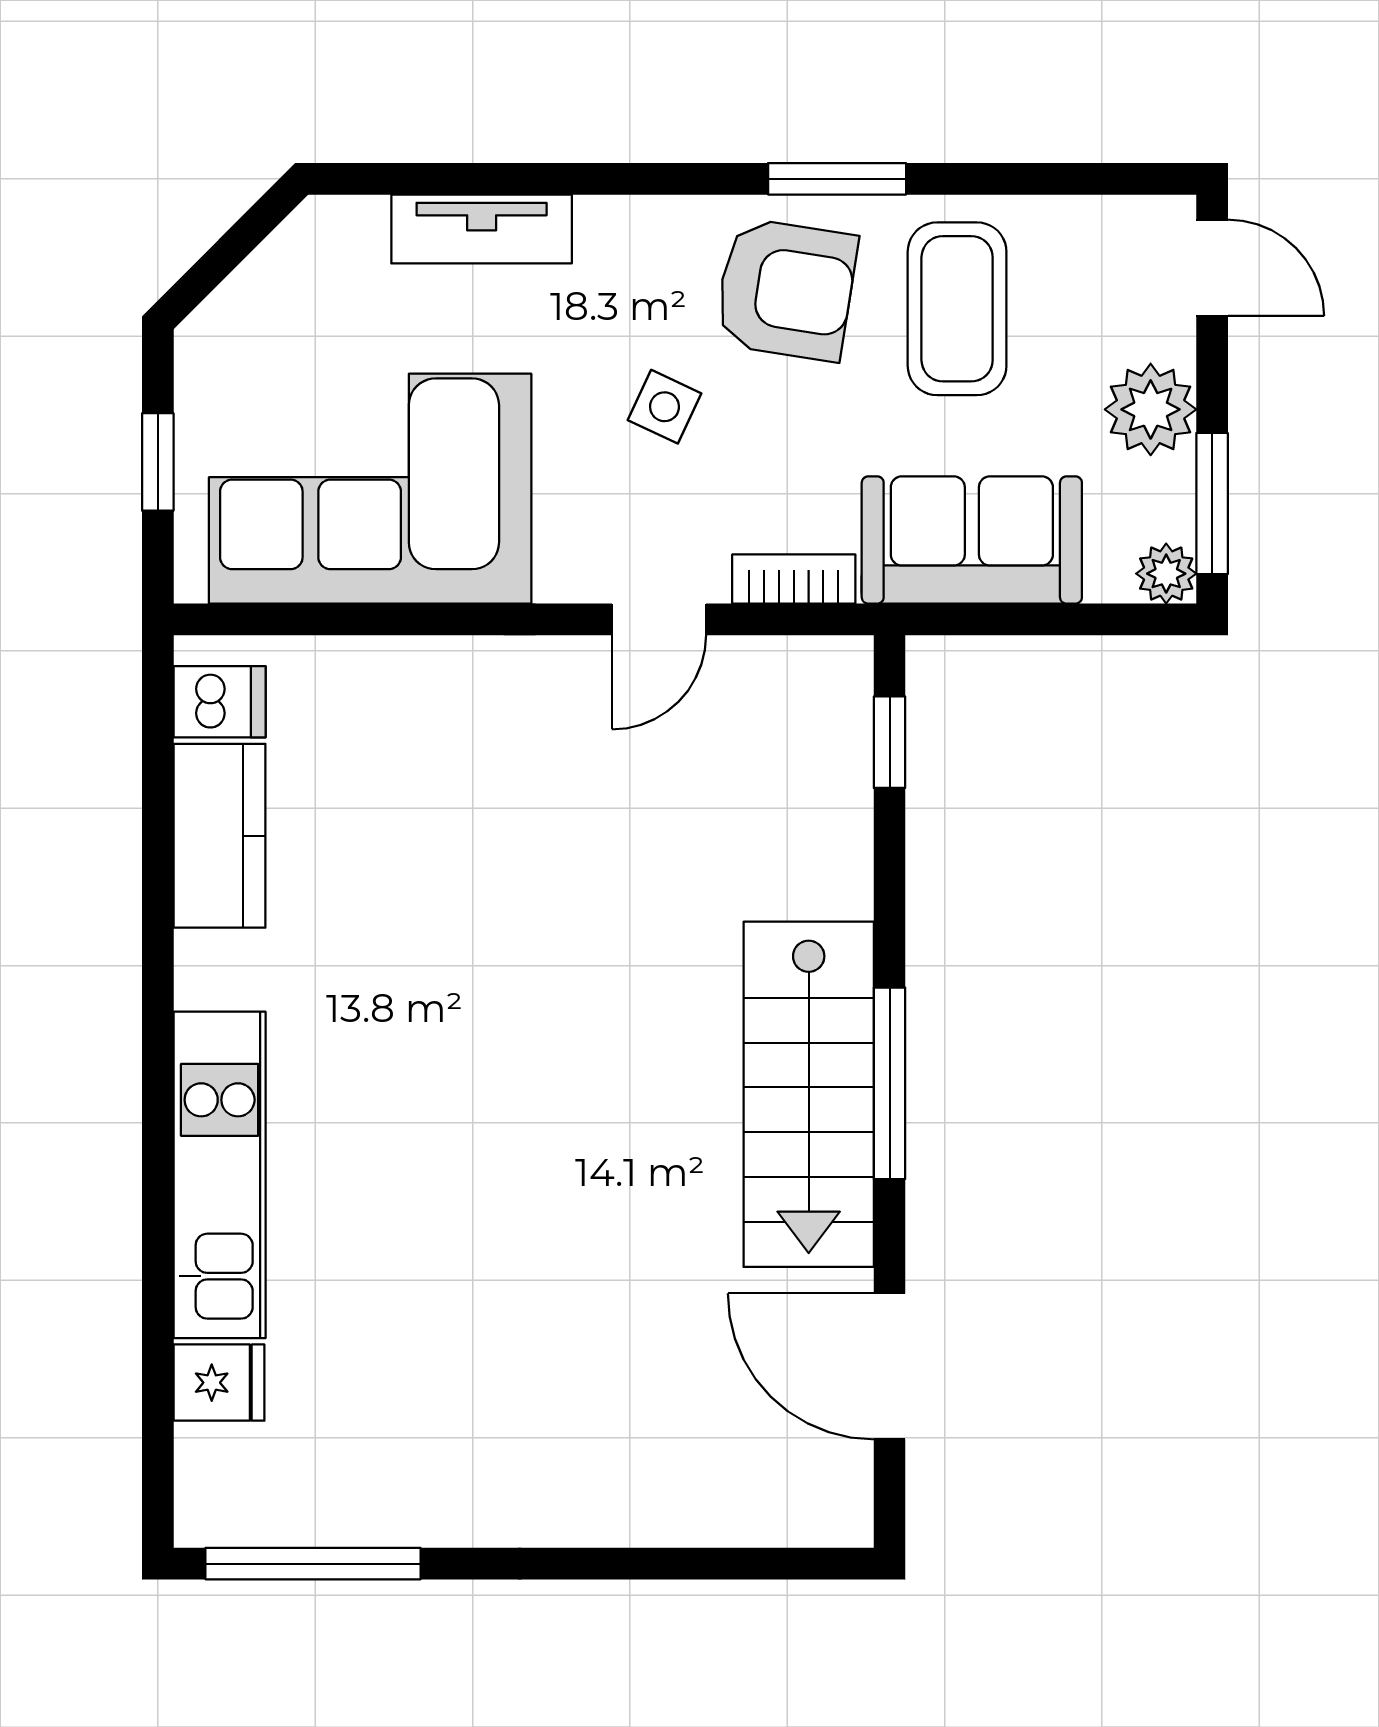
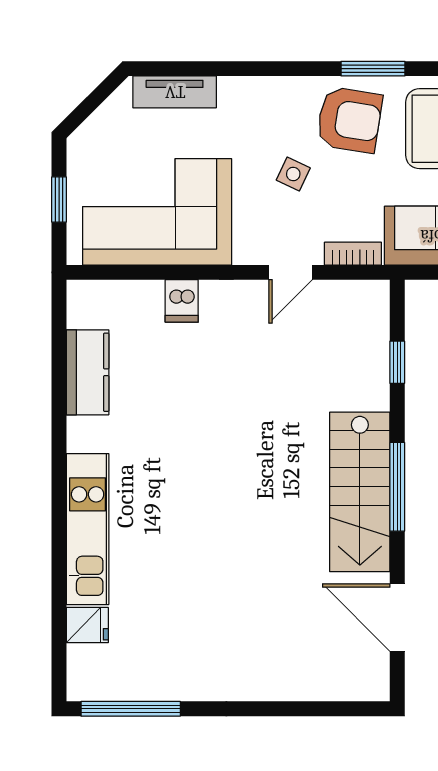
tv unit: (482, 229) -> (175, 92), moved
dishwasher: (220, 702) -> (182, 301), moved, turned 90
window: (890, 742) -> (397, 362), moved

